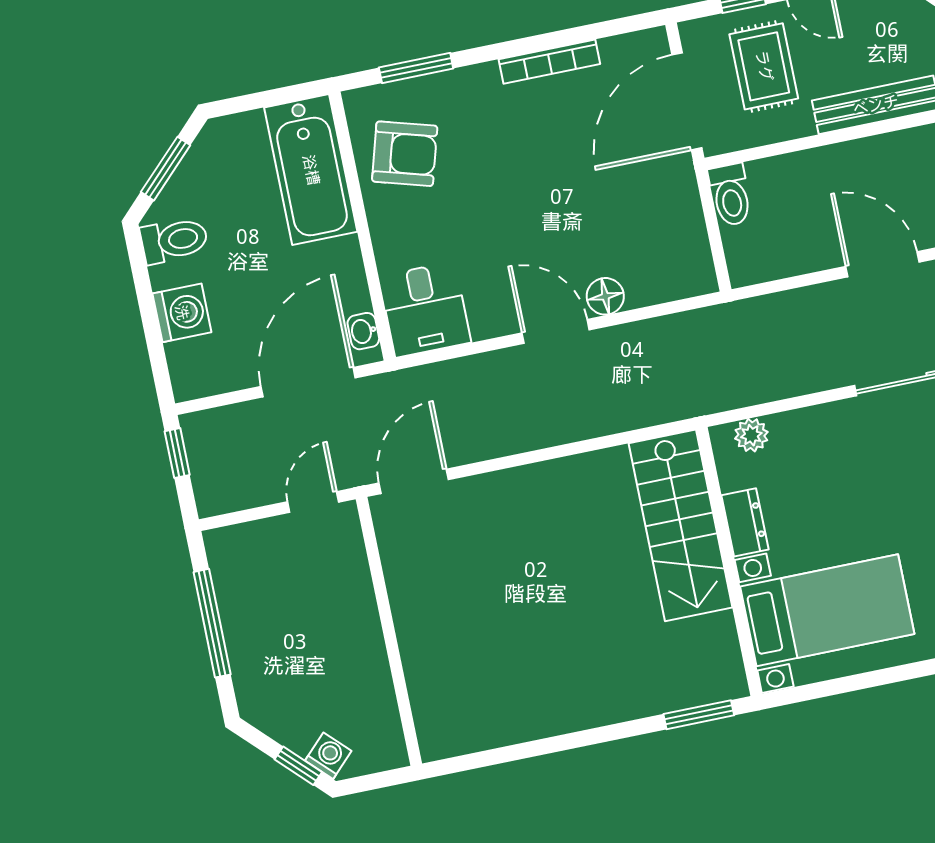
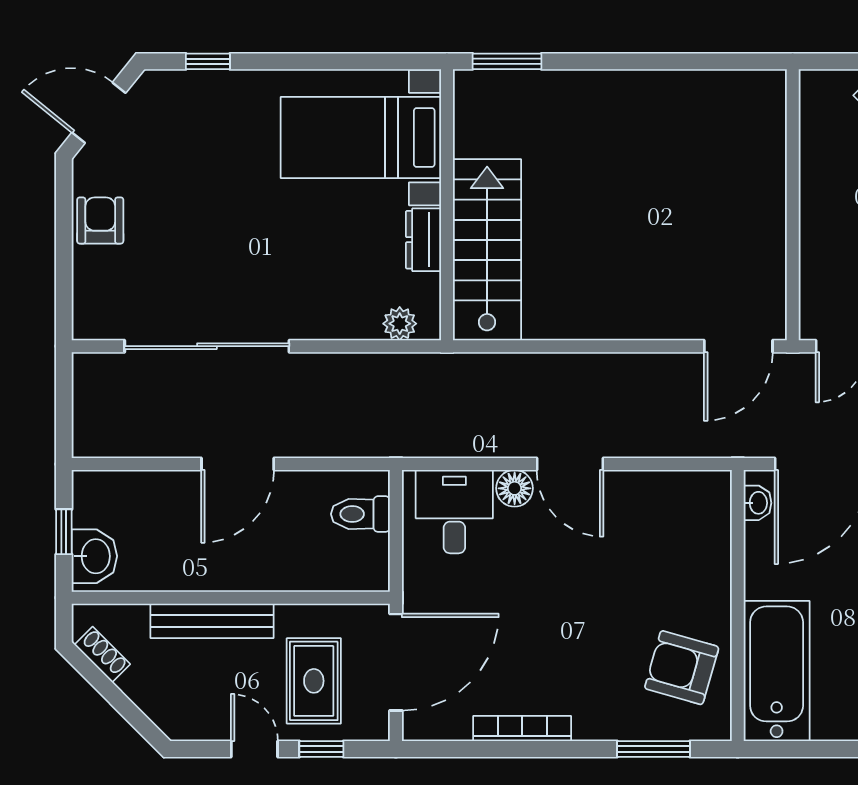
toilet: (730, 195) -> (360, 514), moved, turned -90
door: (883, 264) -> (238, 464), hinge flipped
desk: (425, 309) -> (454, 512), moved

